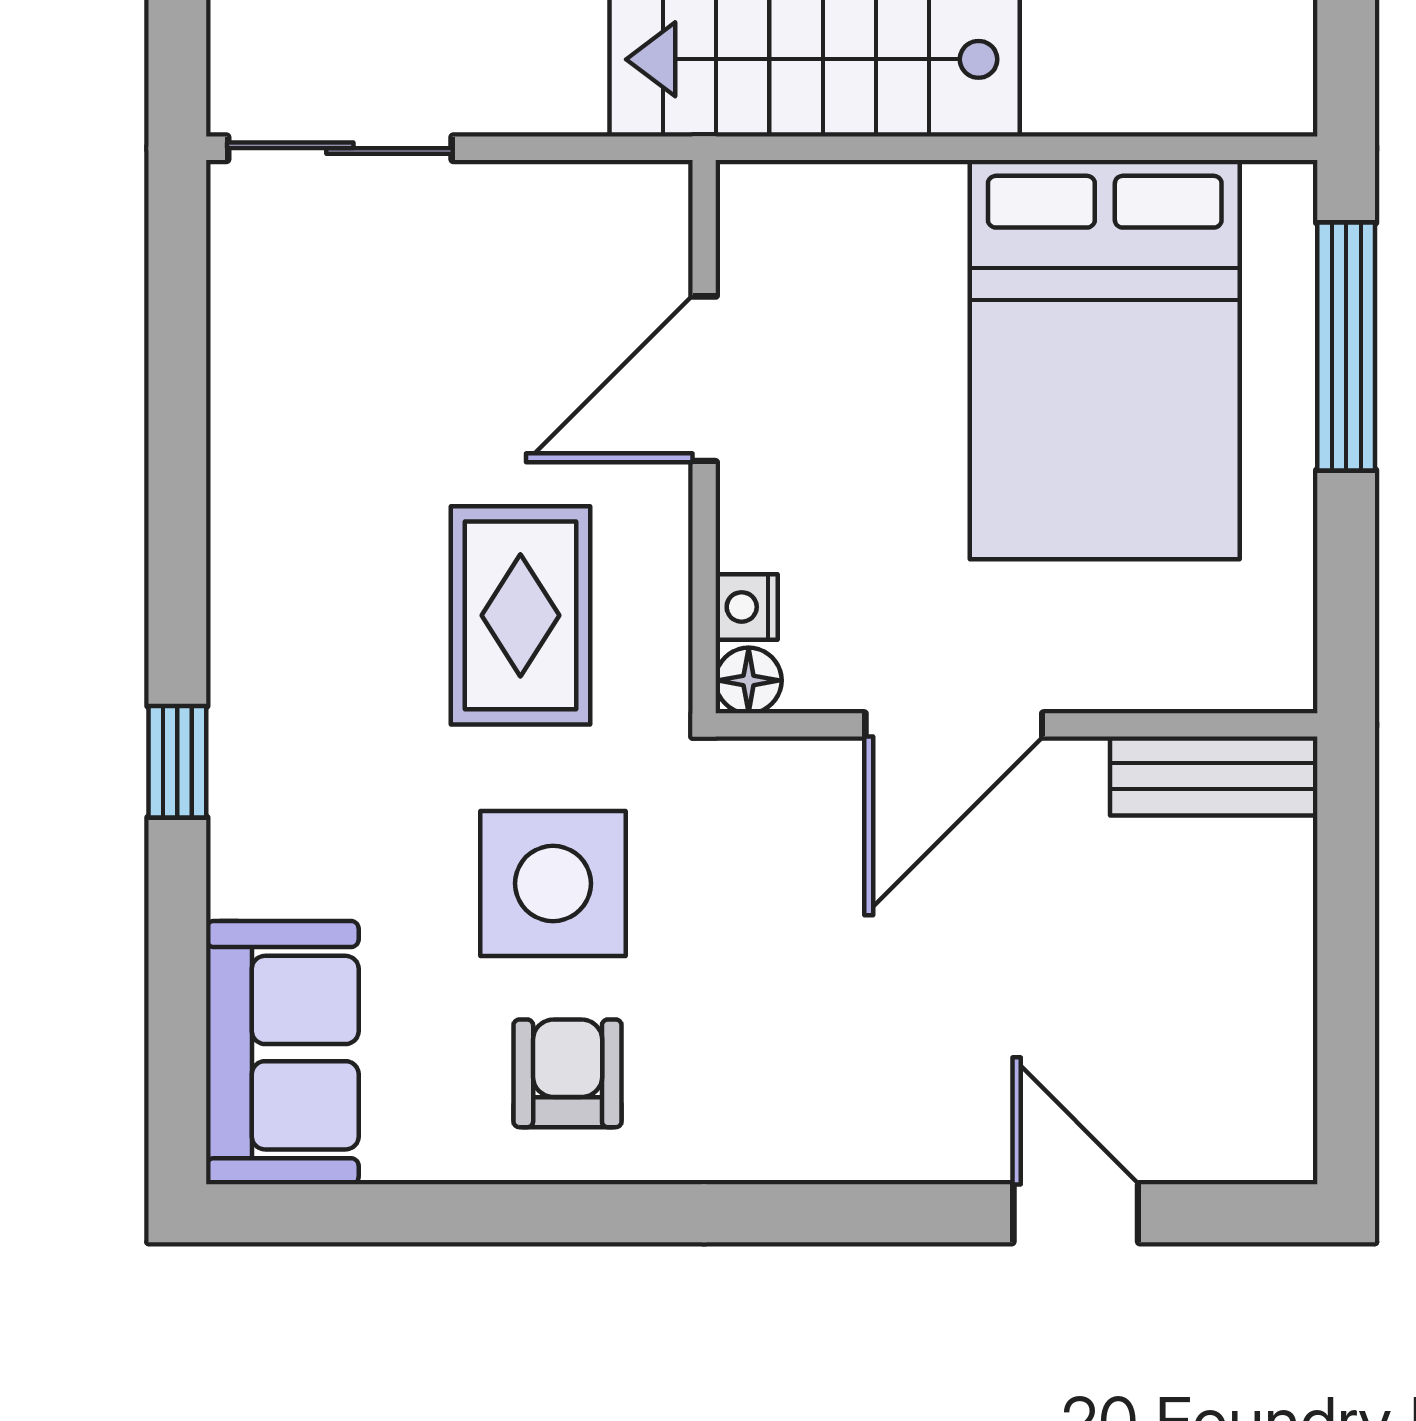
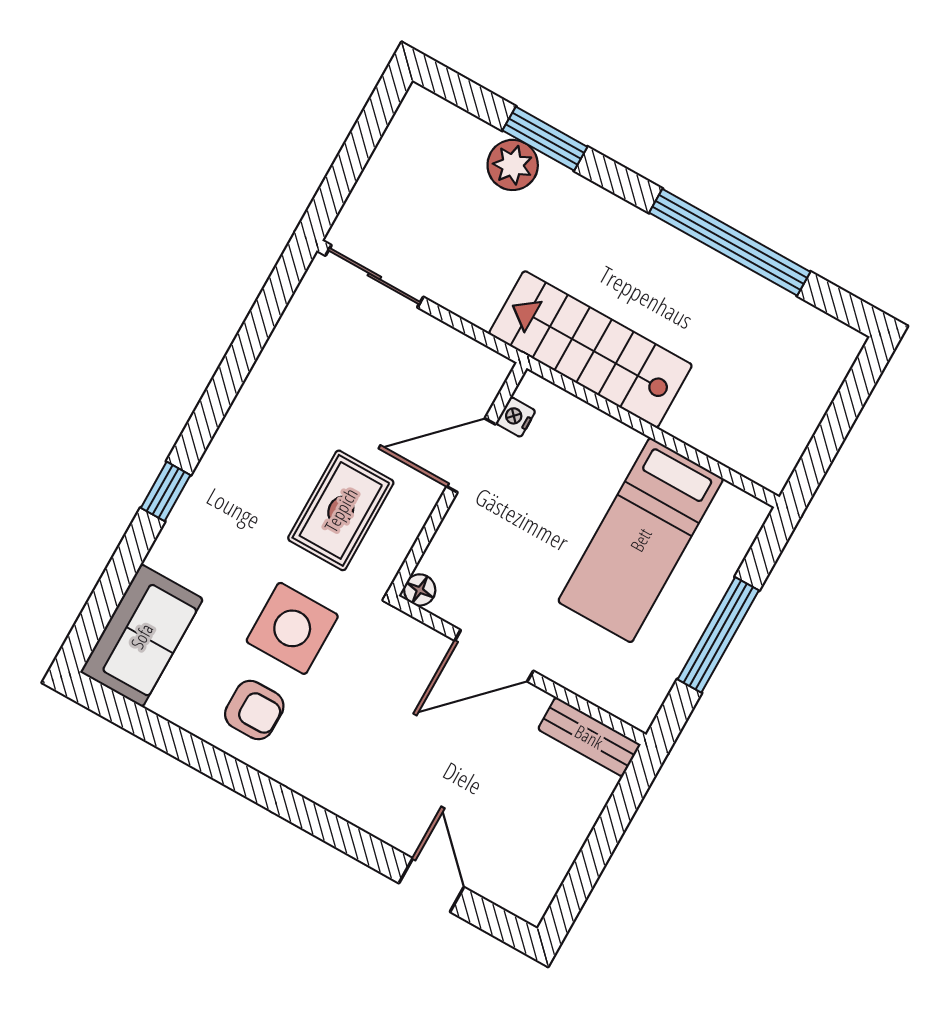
window: (1346, 346) -> (718, 635), moved
bed: (1105, 360) -> (641, 540), width x0.67
nightstand: (747, 607) -> (516, 417), moved
armchair: (568, 1073) -> (254, 710), turned 90

